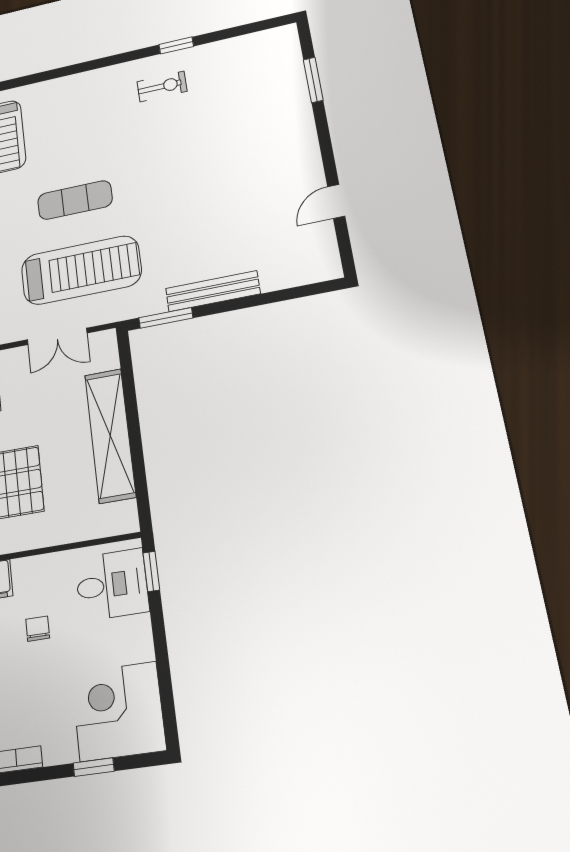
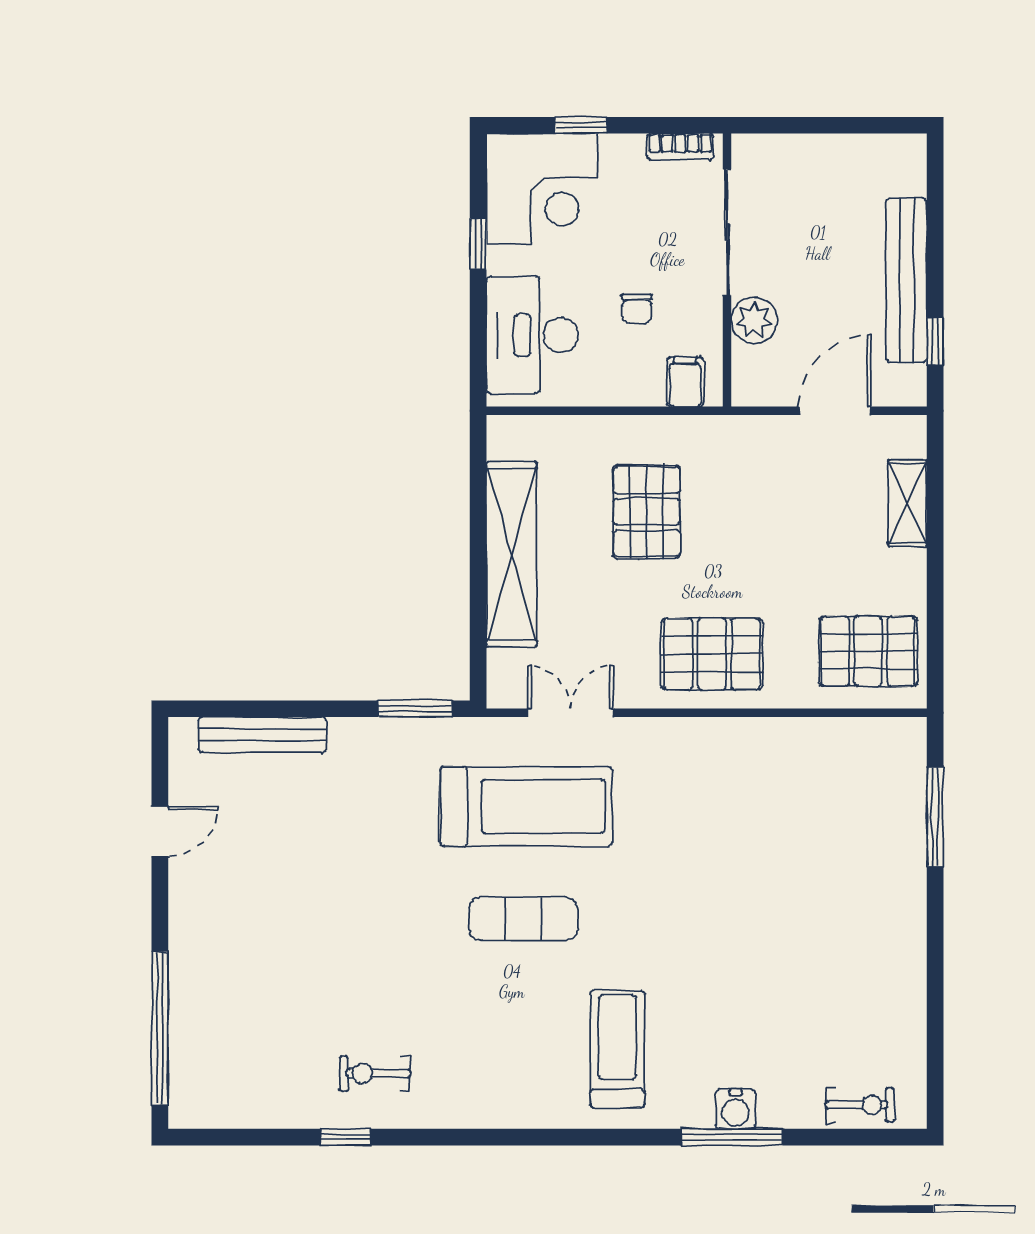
window: (313, 80) -> (160, 1028), width x2.11
treadmill: (81, 270) -> (526, 806), turned 180
bench: (213, 291) -> (262, 735), moved
window: (151, 571) -> (478, 244), moved
desk: (112, 585) -> (532, 335), width x1.37

